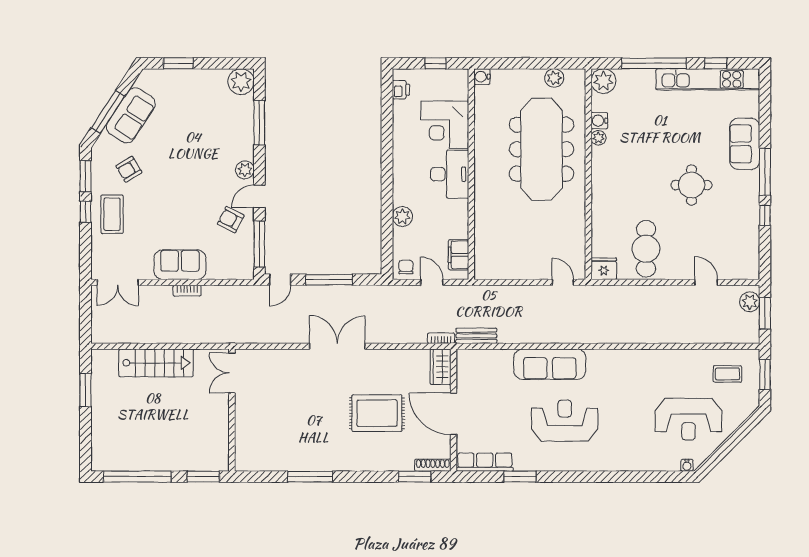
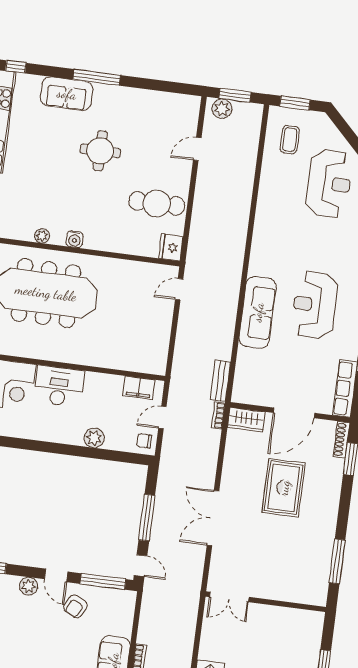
water cooler: (599, 121) -> (74, 239), moved
window: (765, 215) -> (16, 67), moved
double door: (232, 373) -> (229, 597), moved
wall: (232, 410) -> (266, 602), moved

